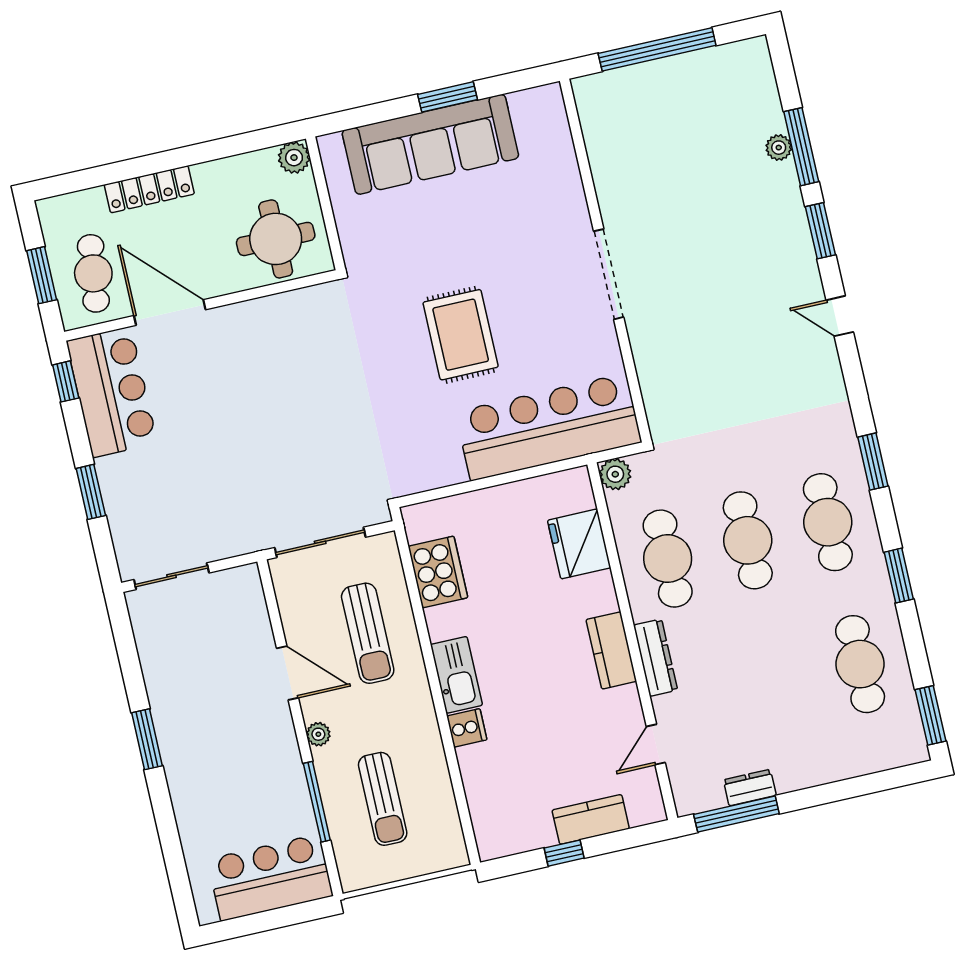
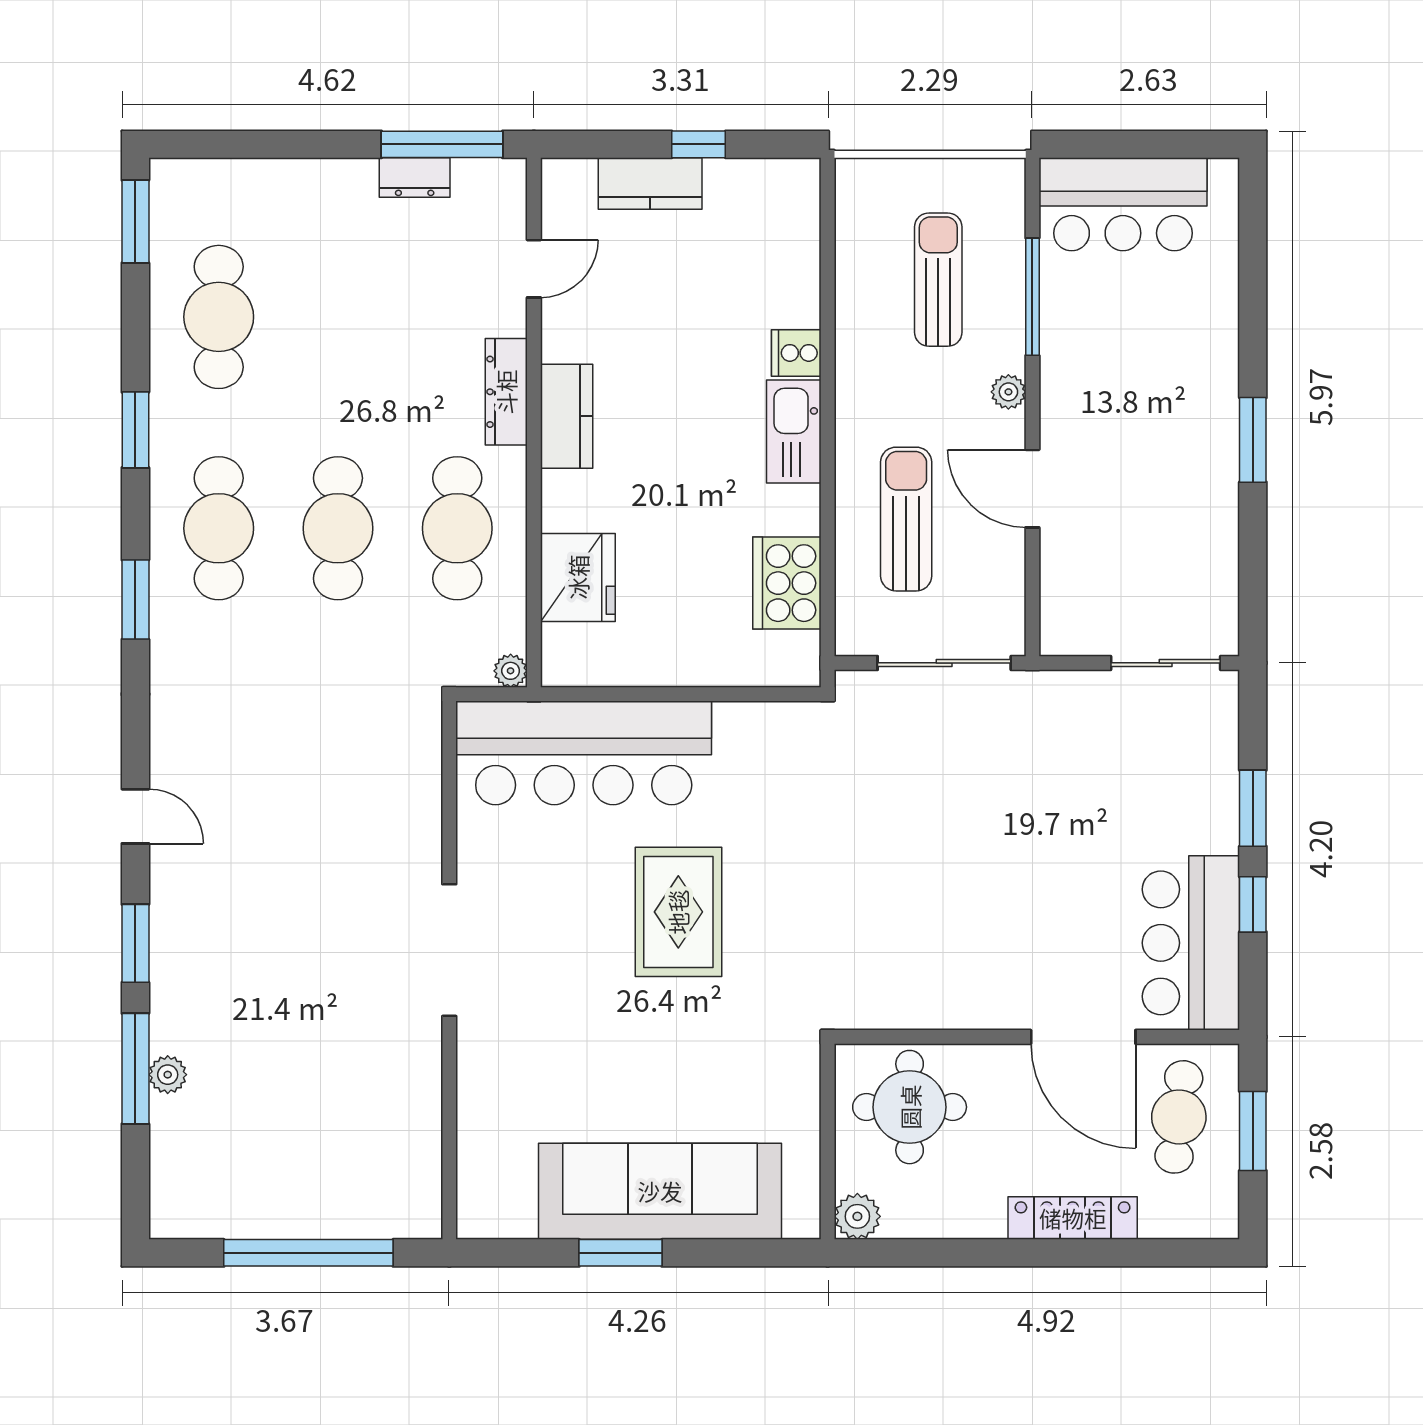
window: (66, 381) -> (1253, 904), moved
plant: (615, 474) -> (511, 671), width x0.73, depth x0.73

